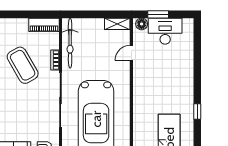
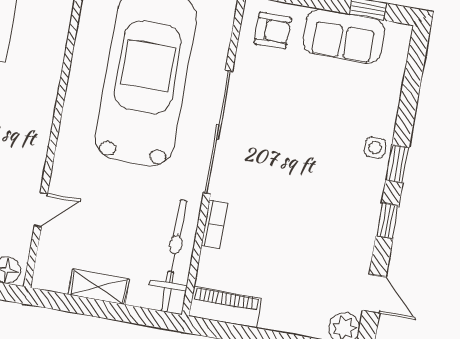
shelving: (117, 24) -> (99, 287), moved
coffee table: (23, 65) -> (288, 225), removed

